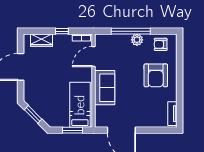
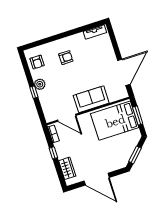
window: (131, 31) -> (34, 92), width x0.32
armchair: (156, 75) -> (66, 58), width x0.53, depth x0.53
bed: (80, 105) -> (115, 121), width x1.50

